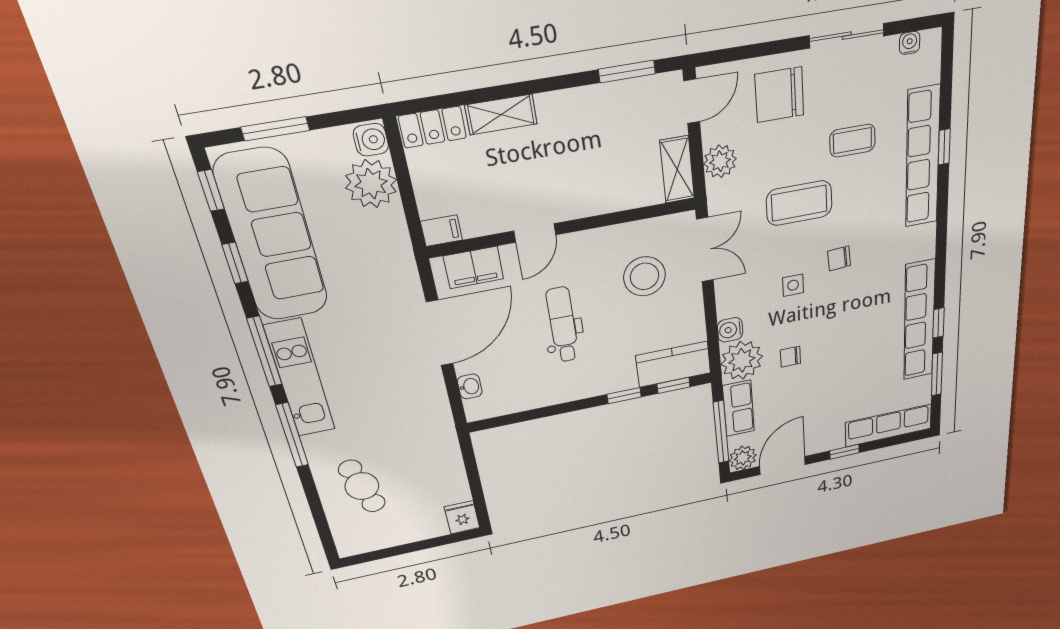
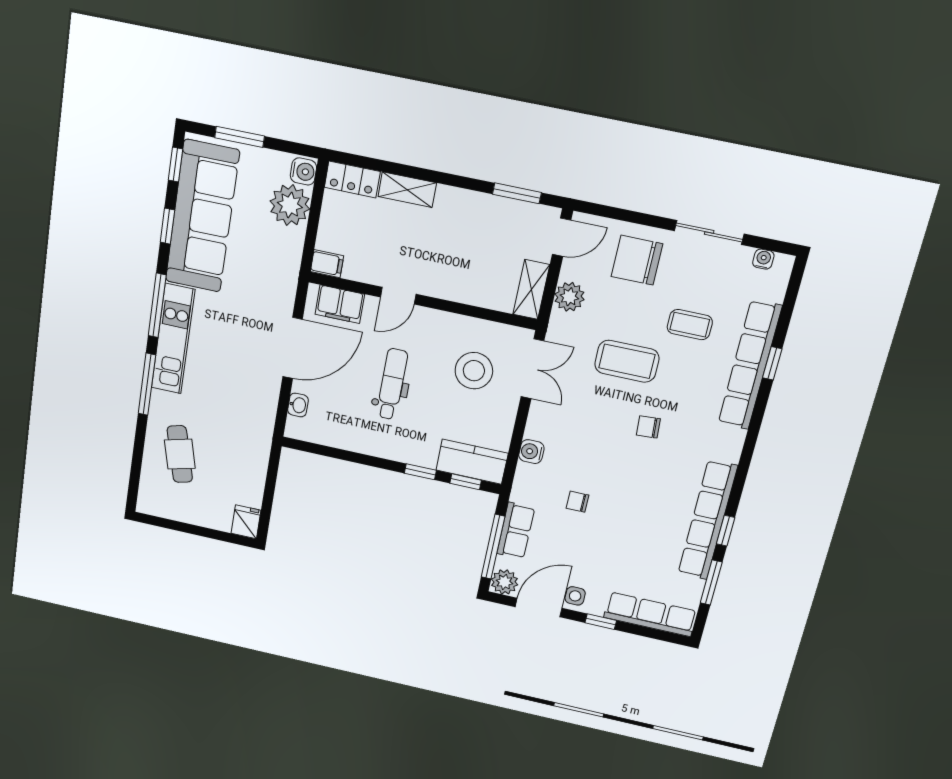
side table: (793, 285) -> (575, 596), moved
plant: (742, 360) -> (533, 485), removed

